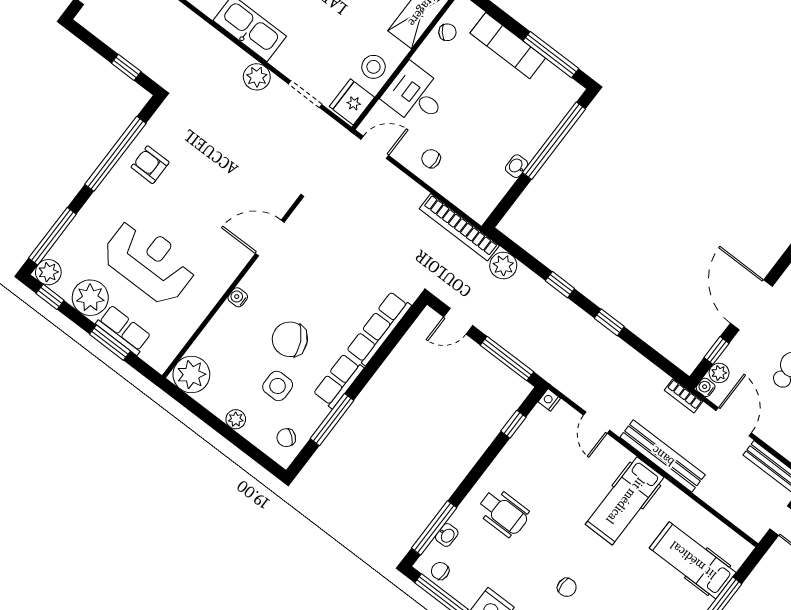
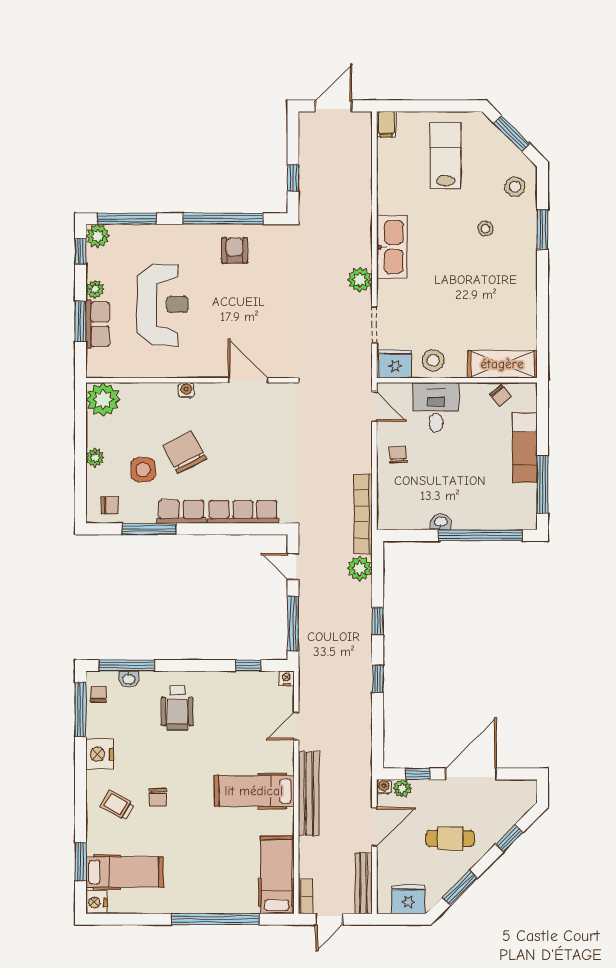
plant: (90, 298) -> (95, 289), width x0.53, depth x0.53
bookcase: (684, 396) -> (305, 896), moved, turned 180
chair: (286, 438) -> (110, 505), turned 141
hospital bed: (693, 560) -> (276, 875), moved

